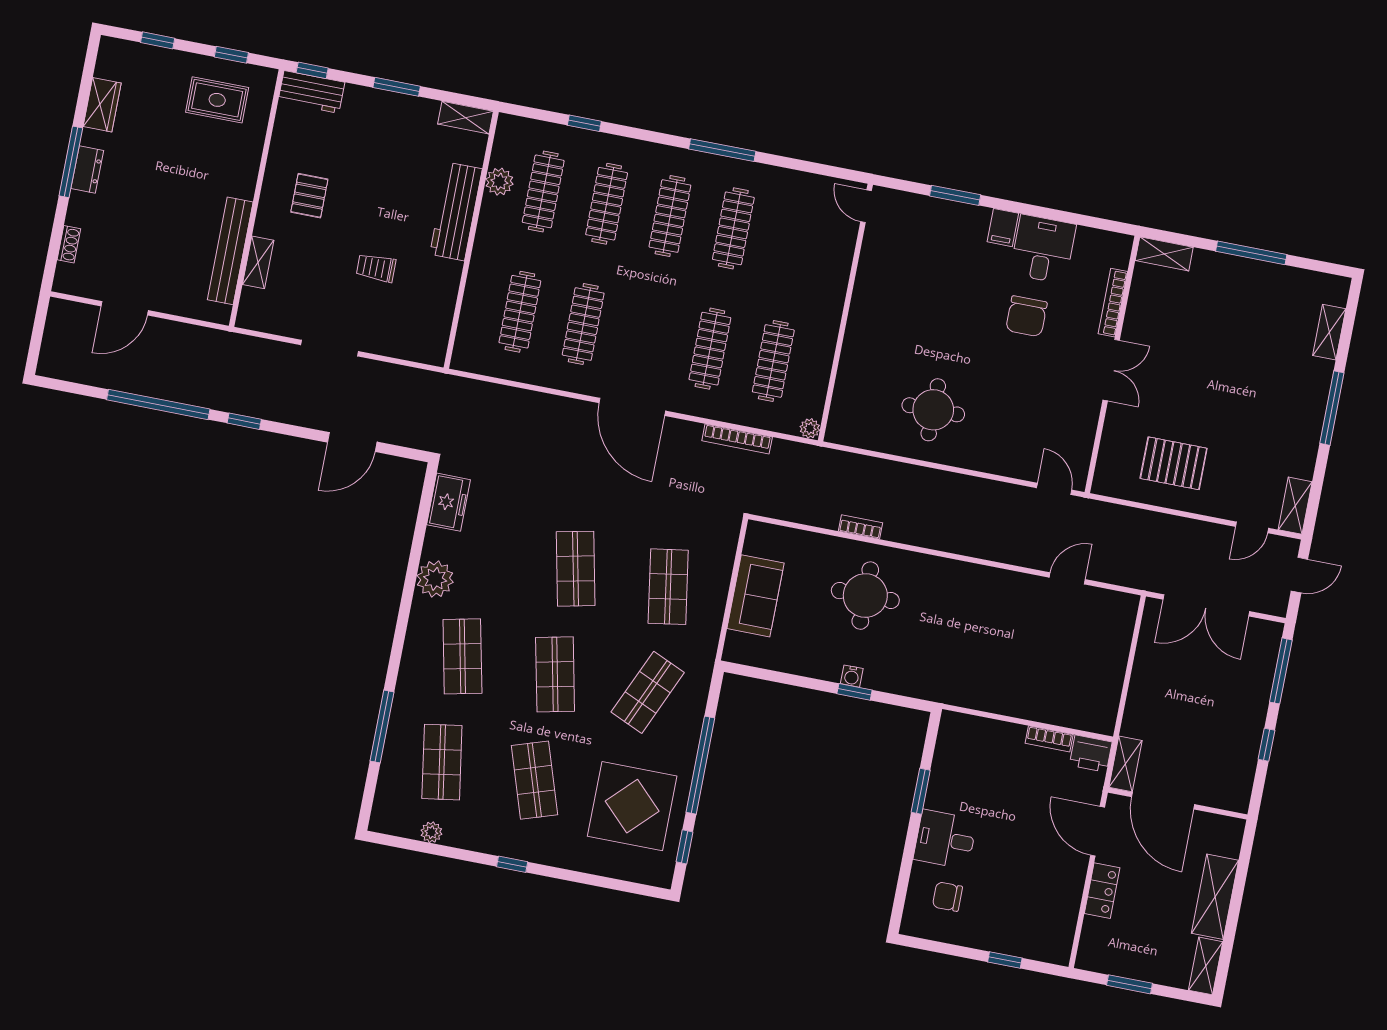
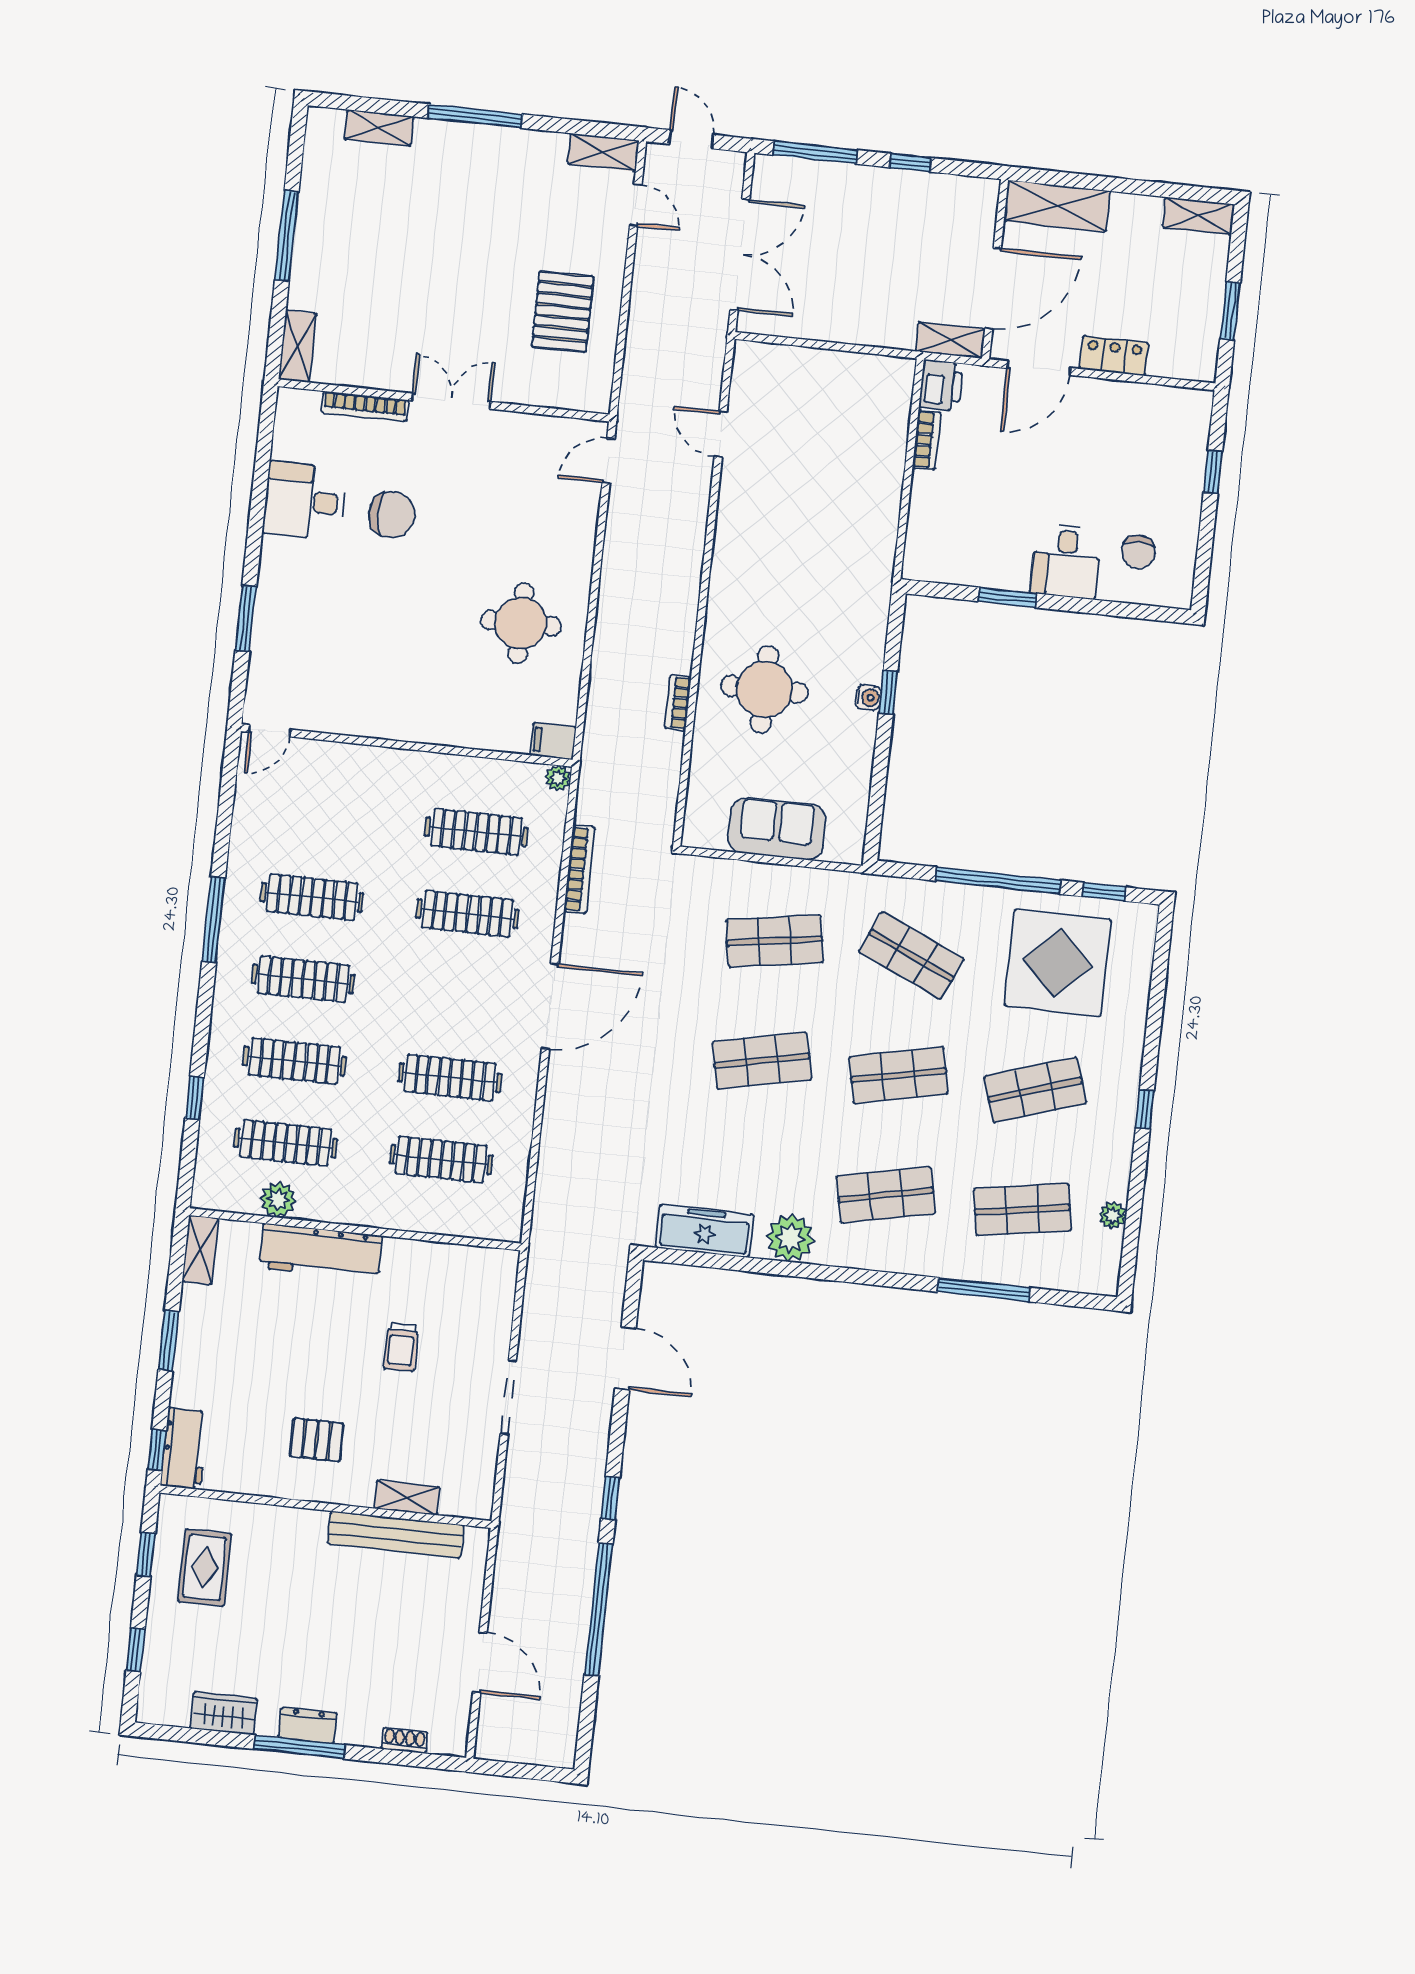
filing cabinet: (1003, 228) -> (553, 741), moved, turned 180
freezer: (448, 502) -> (705, 1231), width x1.40
shelving: (1215, 897) -> (1057, 206), moved

